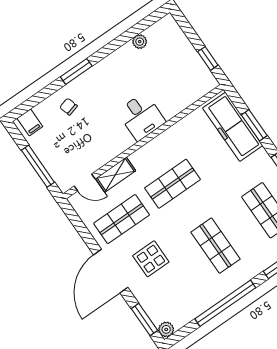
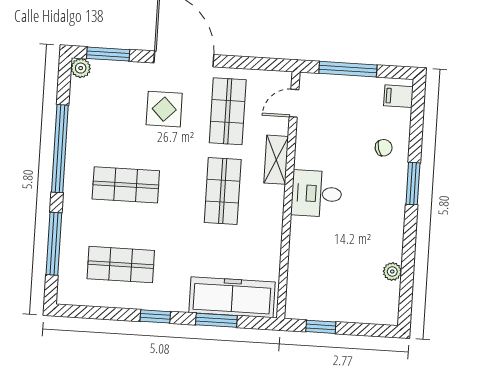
desk: (141, 117) -> (317, 194), moved
shelving: (116, 175) -> (276, 160), moved

